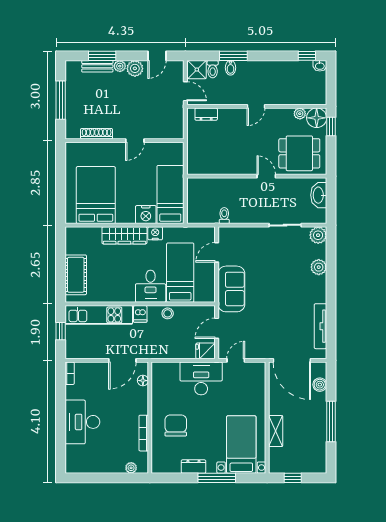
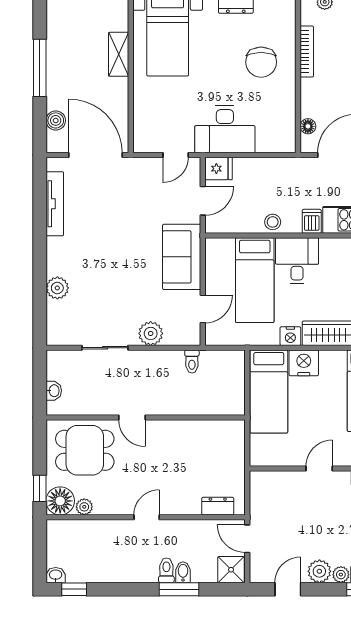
toilet: (213, 69) -> (166, 570), moved
washbasin: (319, 195) -> (54, 391), width x0.52, depth x0.69
plant: (318, 235) -> (151, 333), moved

